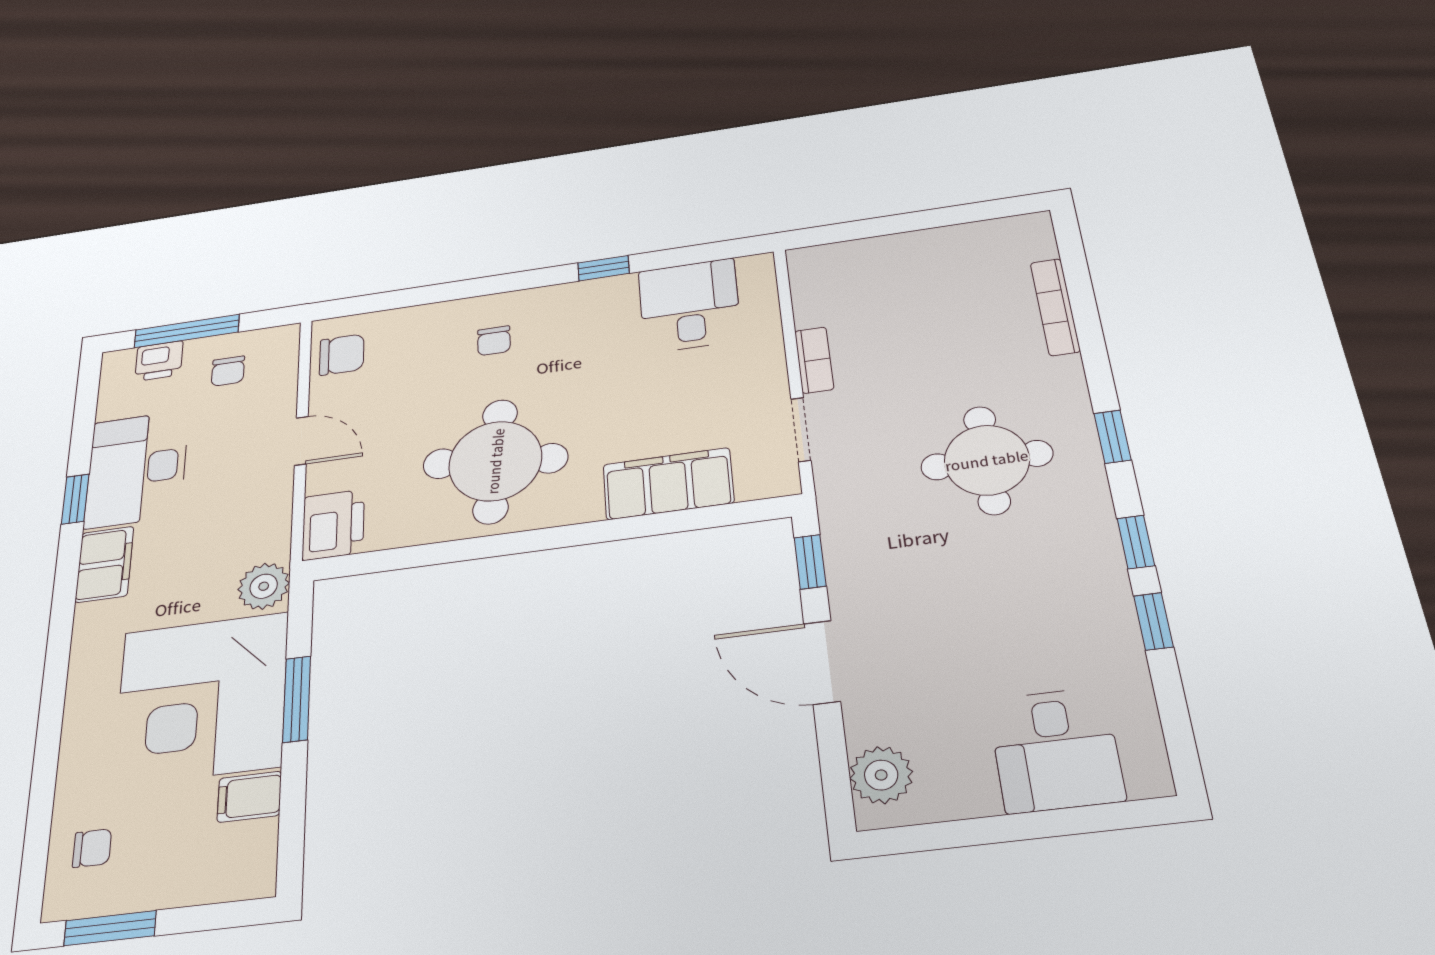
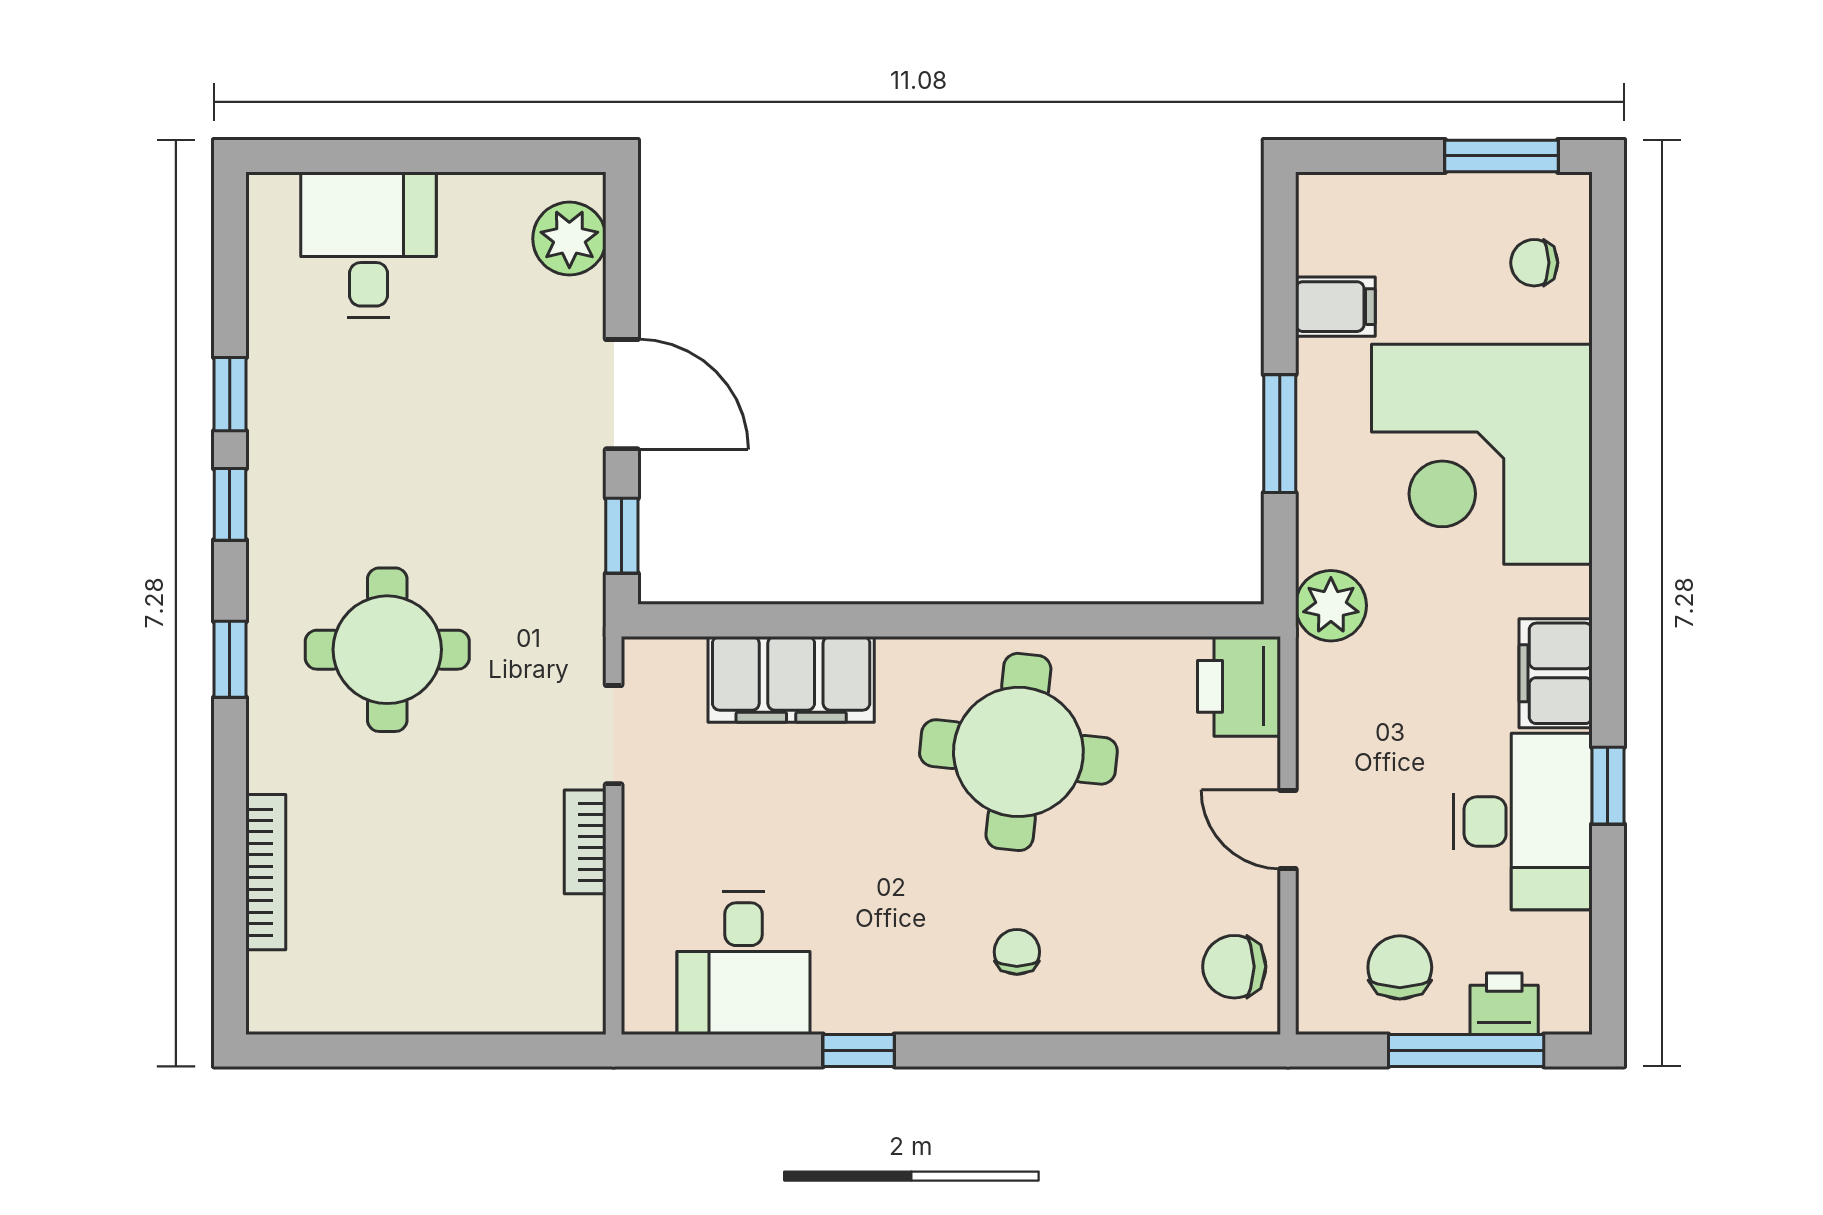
chair: (228, 371) -> (1400, 967), width x1.37, depth x1.37
corner desk: (202, 698) -> (1482, 454), moved, turned 180

